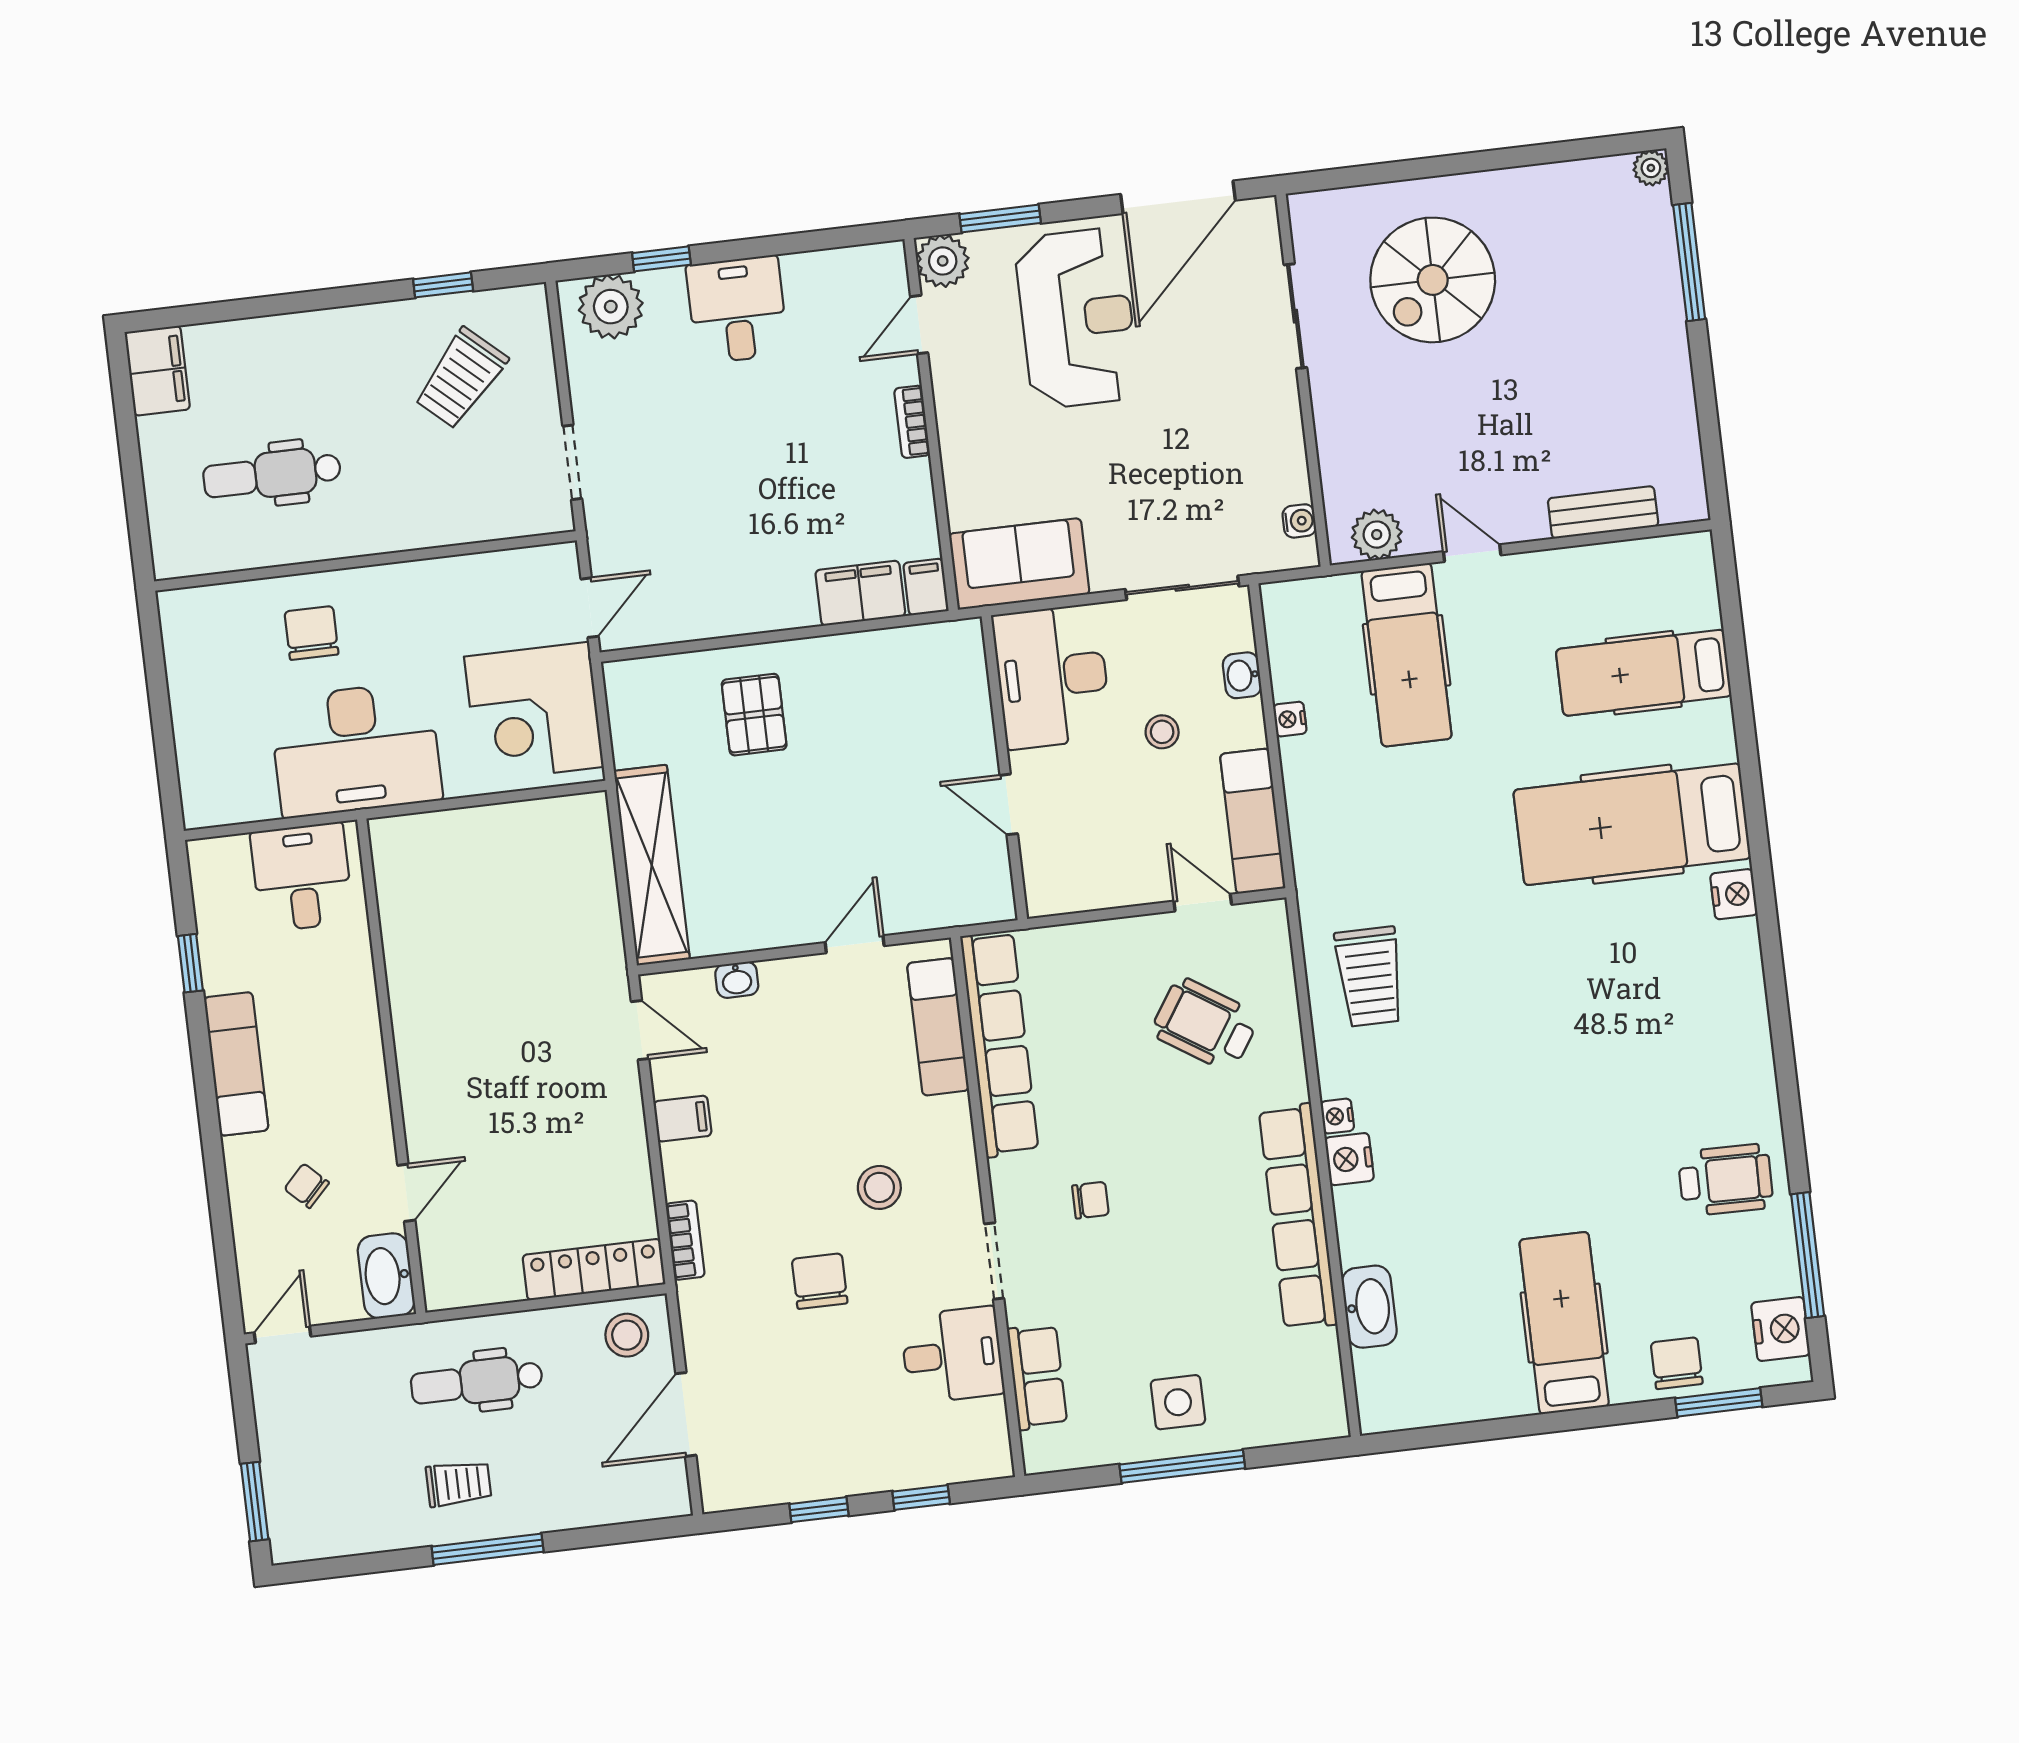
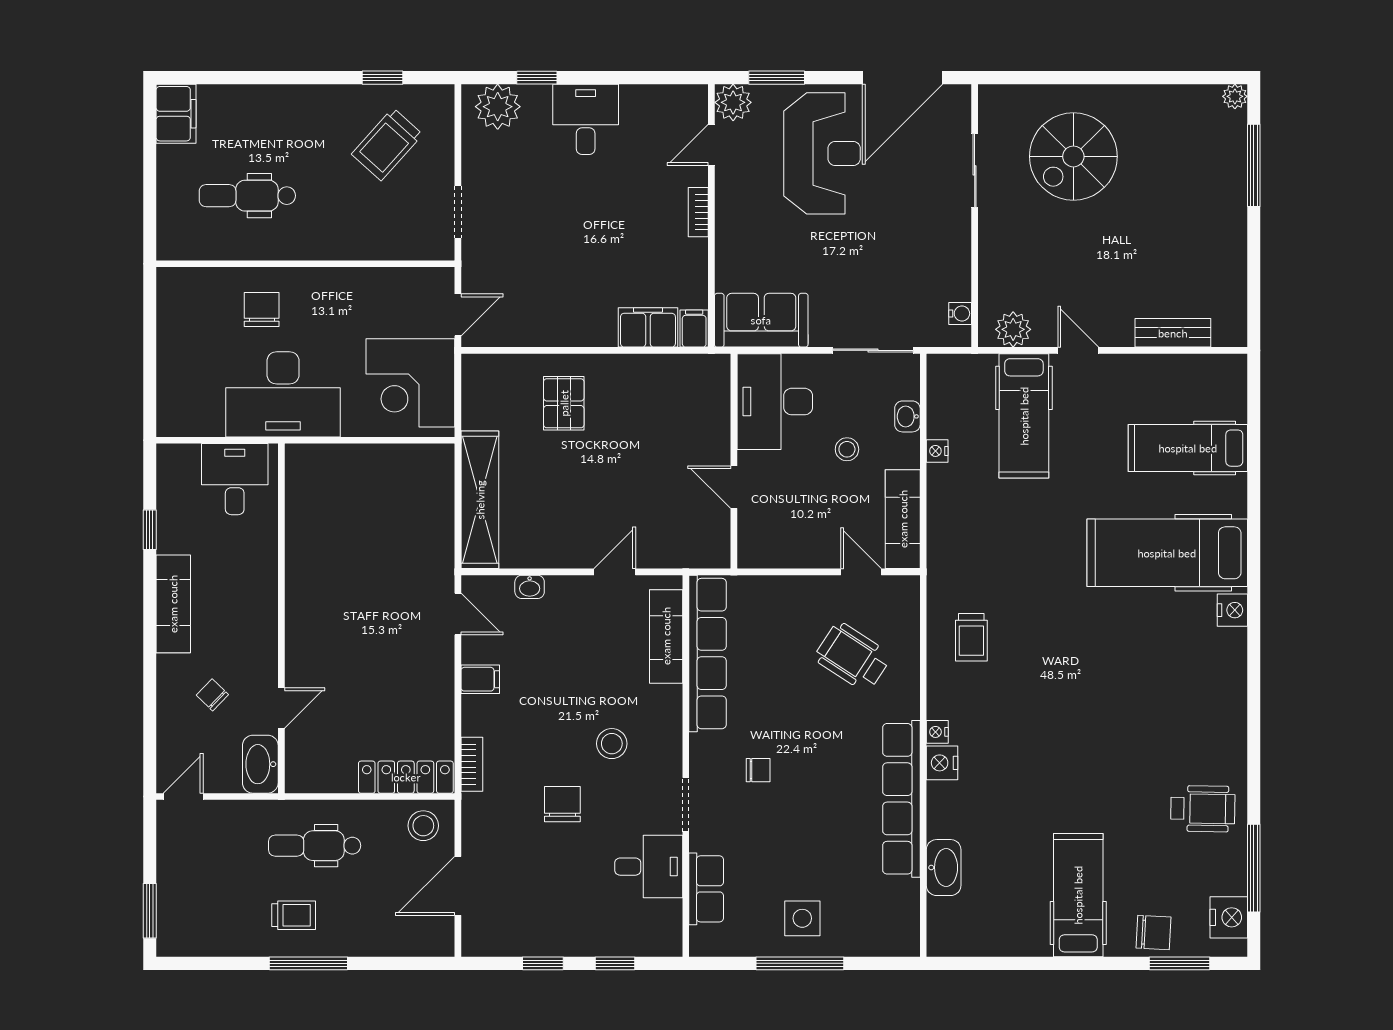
trolley: (1370, 977) -> (971, 637), width x0.73, depth x0.72
chair: (1677, 1363) -> (1154, 933), turned 93

